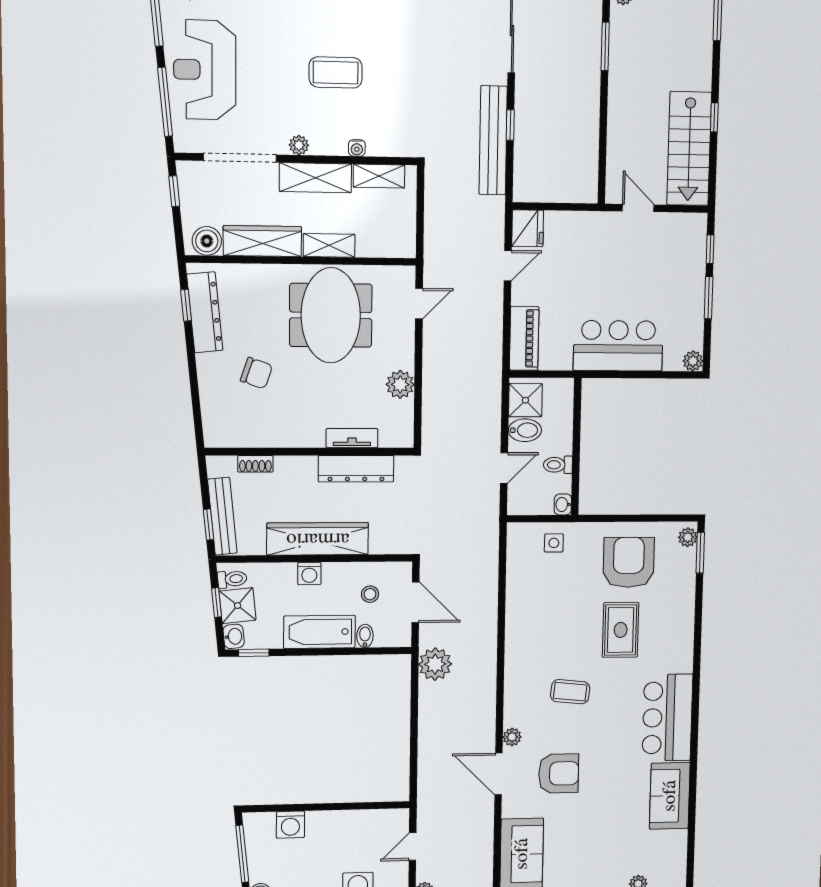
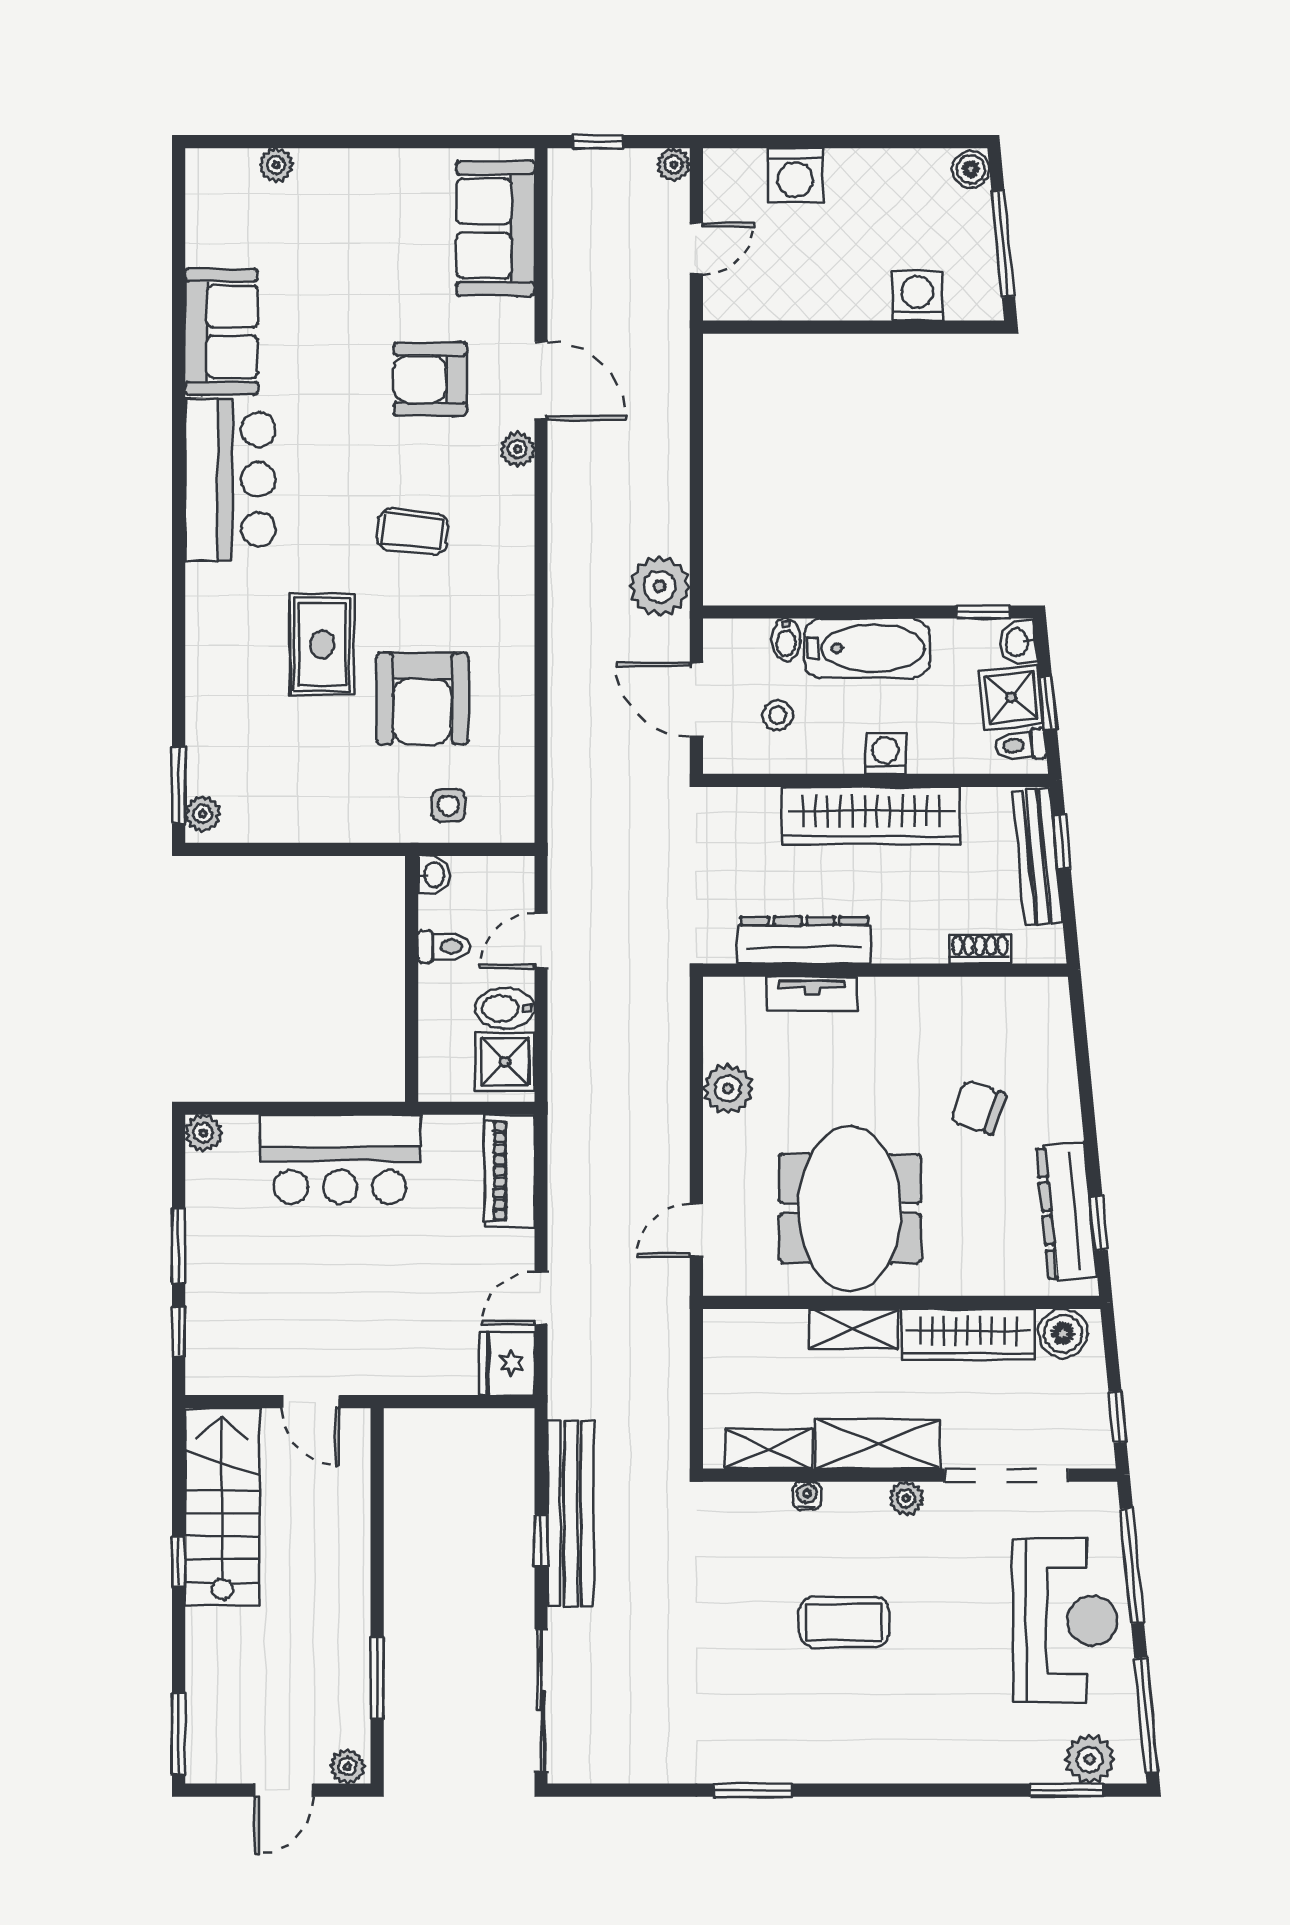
armchair: (629, 562) -> (422, 699), moved

